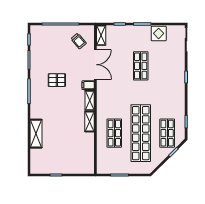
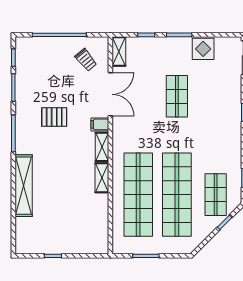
shop shelf: (114, 133) -> (138, 195), width x2.00, depth x1.36
shelving: (36, 134) -> (24, 186), width x1.47

